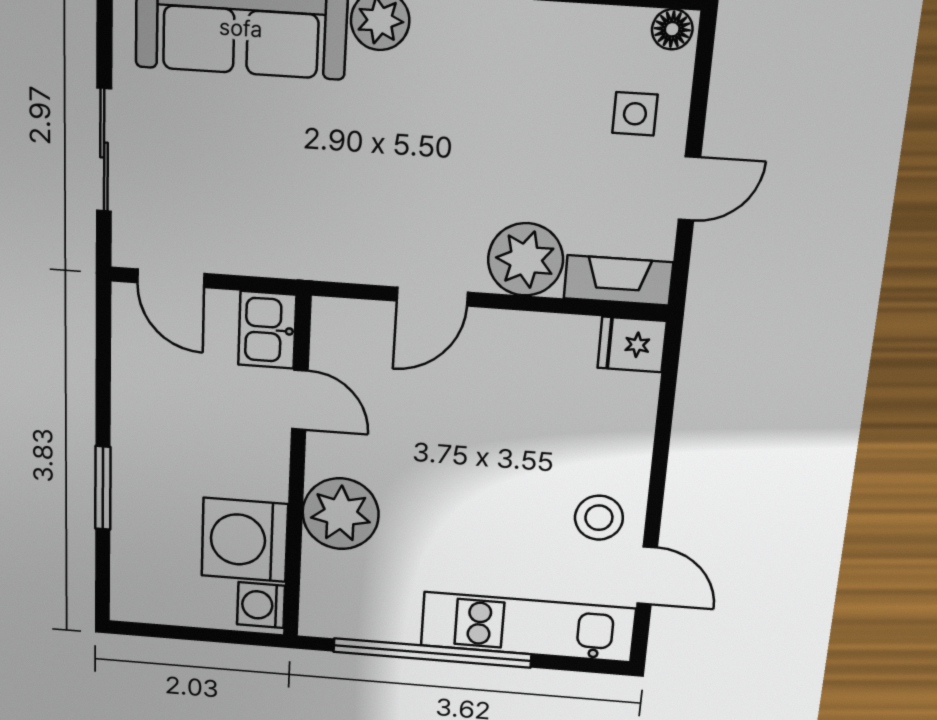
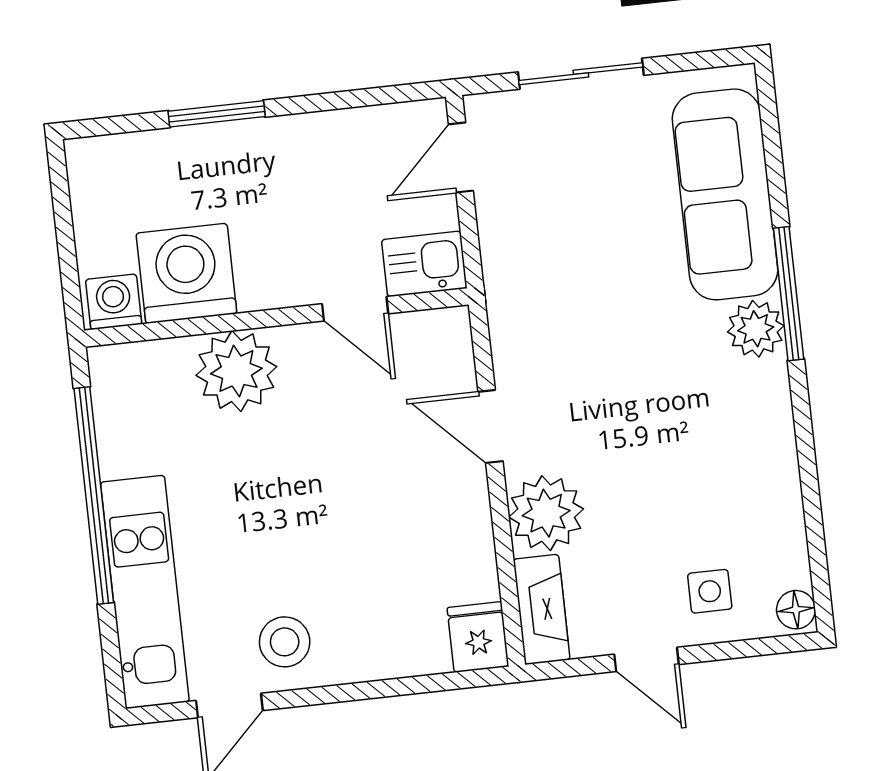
door: (300, 400) -> (355, 309), hinge flipped

